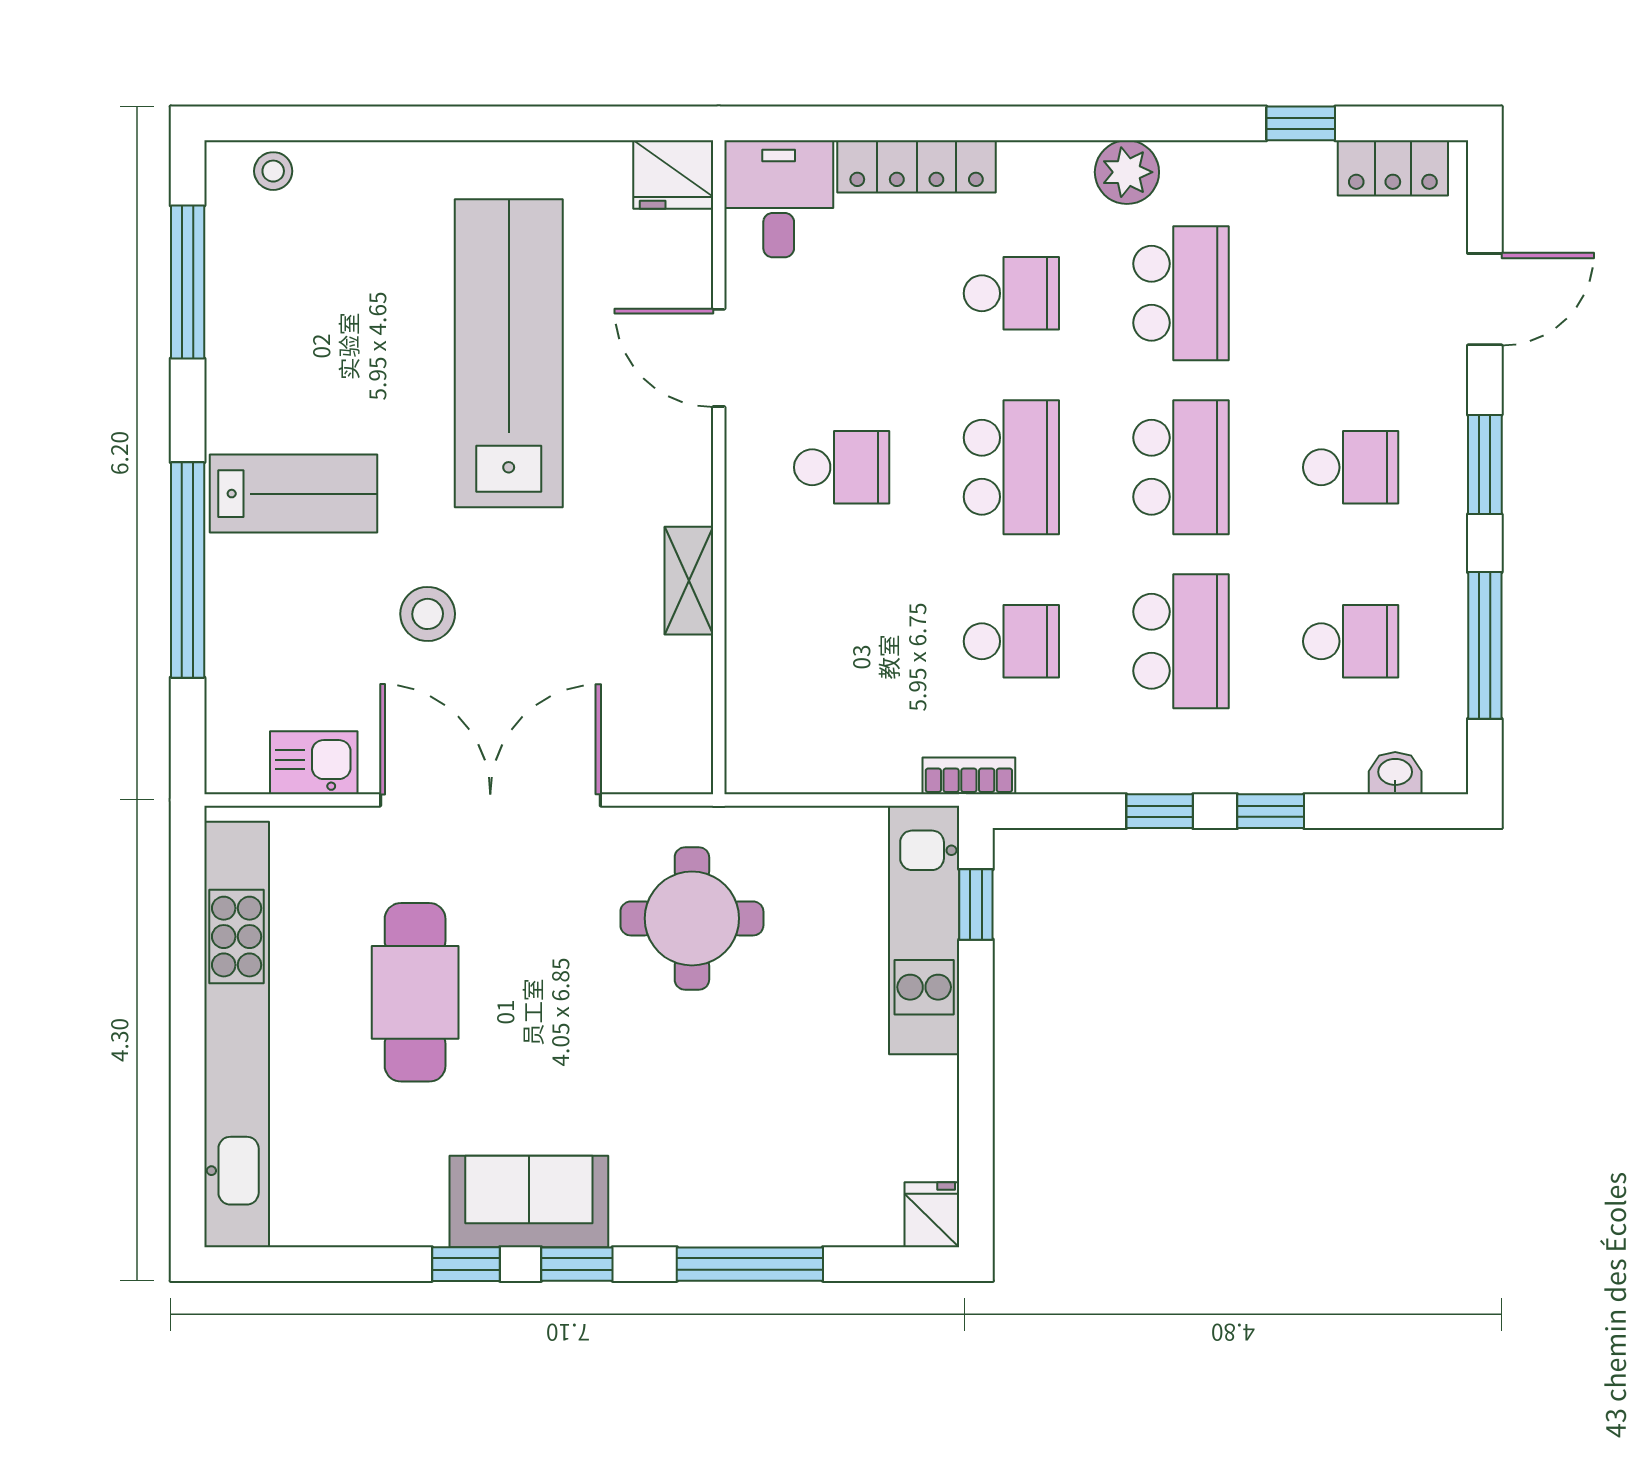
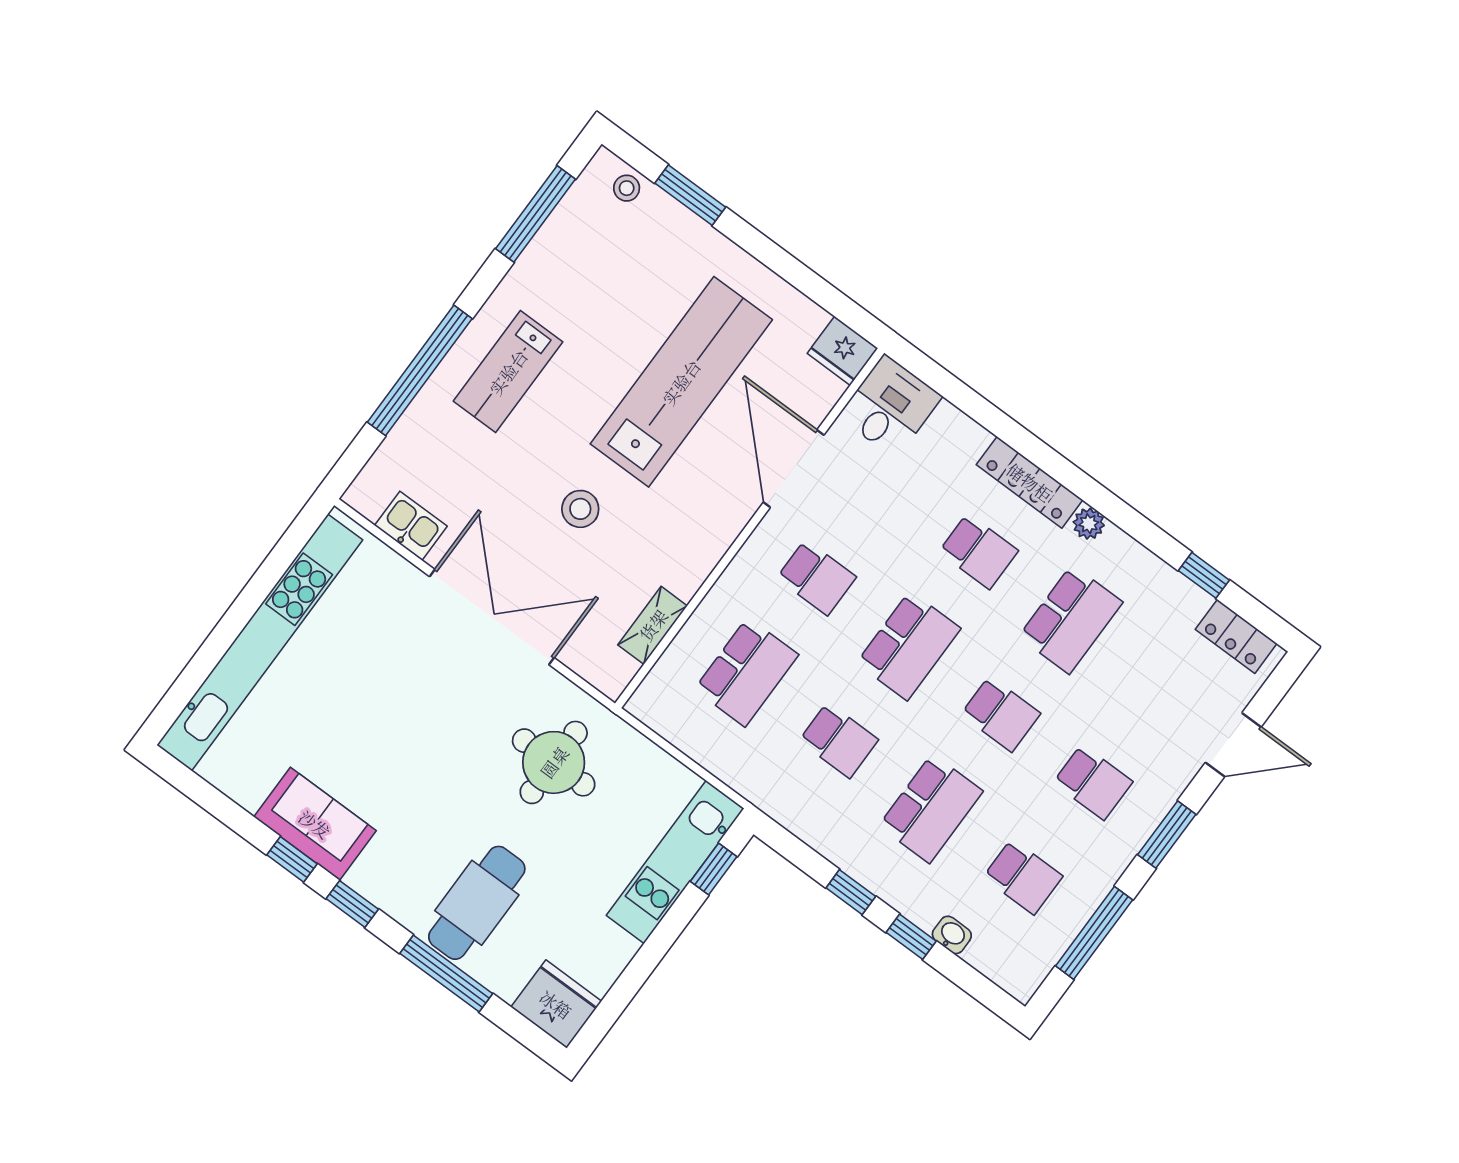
window: (355, 123) -> (690, 195), added
locker: (917, 166) -> (1030, 482), moved
plant: (1127, 172) -> (1089, 524), width x0.73, depth x0.73
door: (719, 358) -> (794, 469), width x1.36
school desk: (1181, 467) -> (1001, 714), width x0.54
lab bench: (294, 494) -> (508, 372), turned 90
shelving: (689, 581) -> (653, 625), moved
stool: (428, 614) -> (580, 509), moved
school desk: (842, 641) -> (746, 672), added
washbasin: (1395, 773) -> (952, 935), moved
bookcase: (969, 776) -> (761, 796), removed
cafe table: (415, 992) -> (477, 903), moved
sofa: (529, 1201) -> (315, 824), moved
fridge: (932, 1215) -> (556, 1004), width x1.88, depth x1.34

